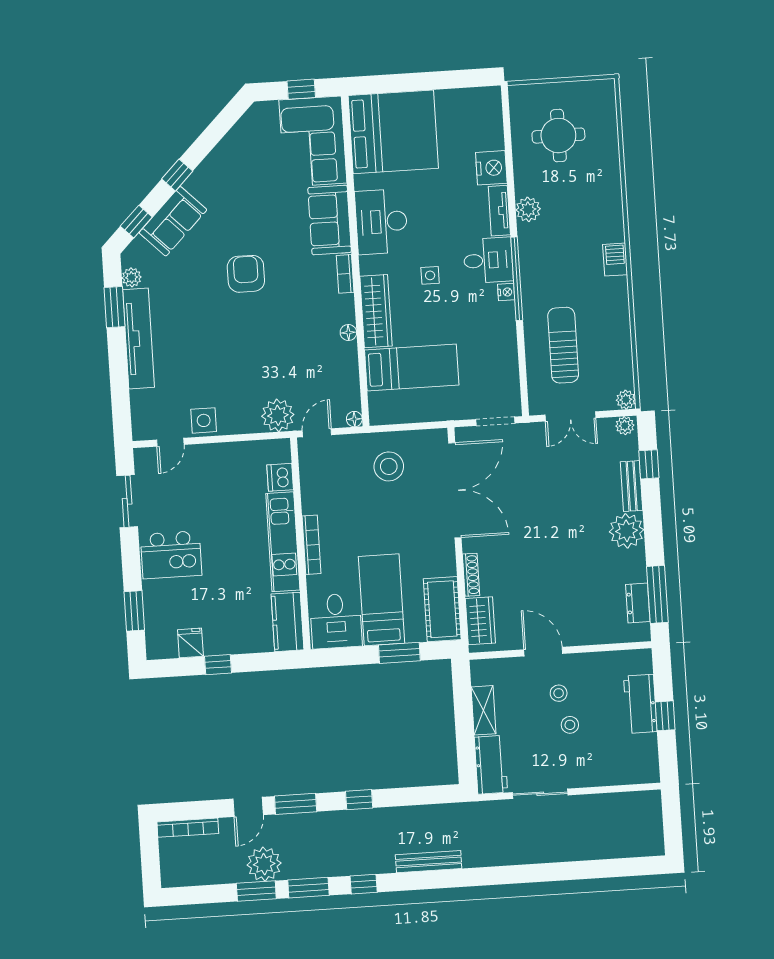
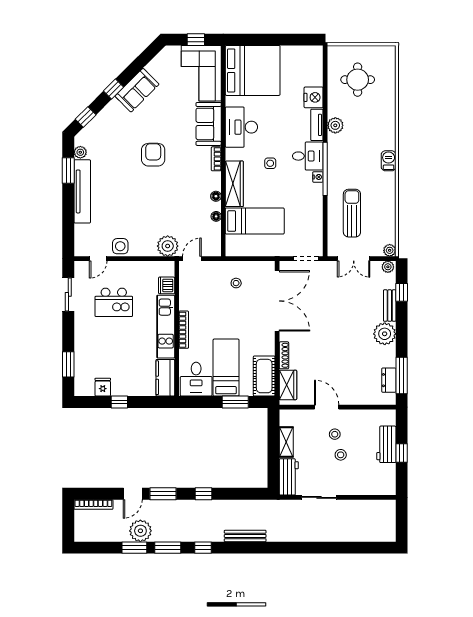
sofa: (173, 221) -> (137, 90), moved
floor lamp: (354, 419) -> (216, 216), moved
stool: (389, 466) -> (236, 283), width x0.53, depth x0.53
kitchen island: (171, 555) -> (114, 302), moved

